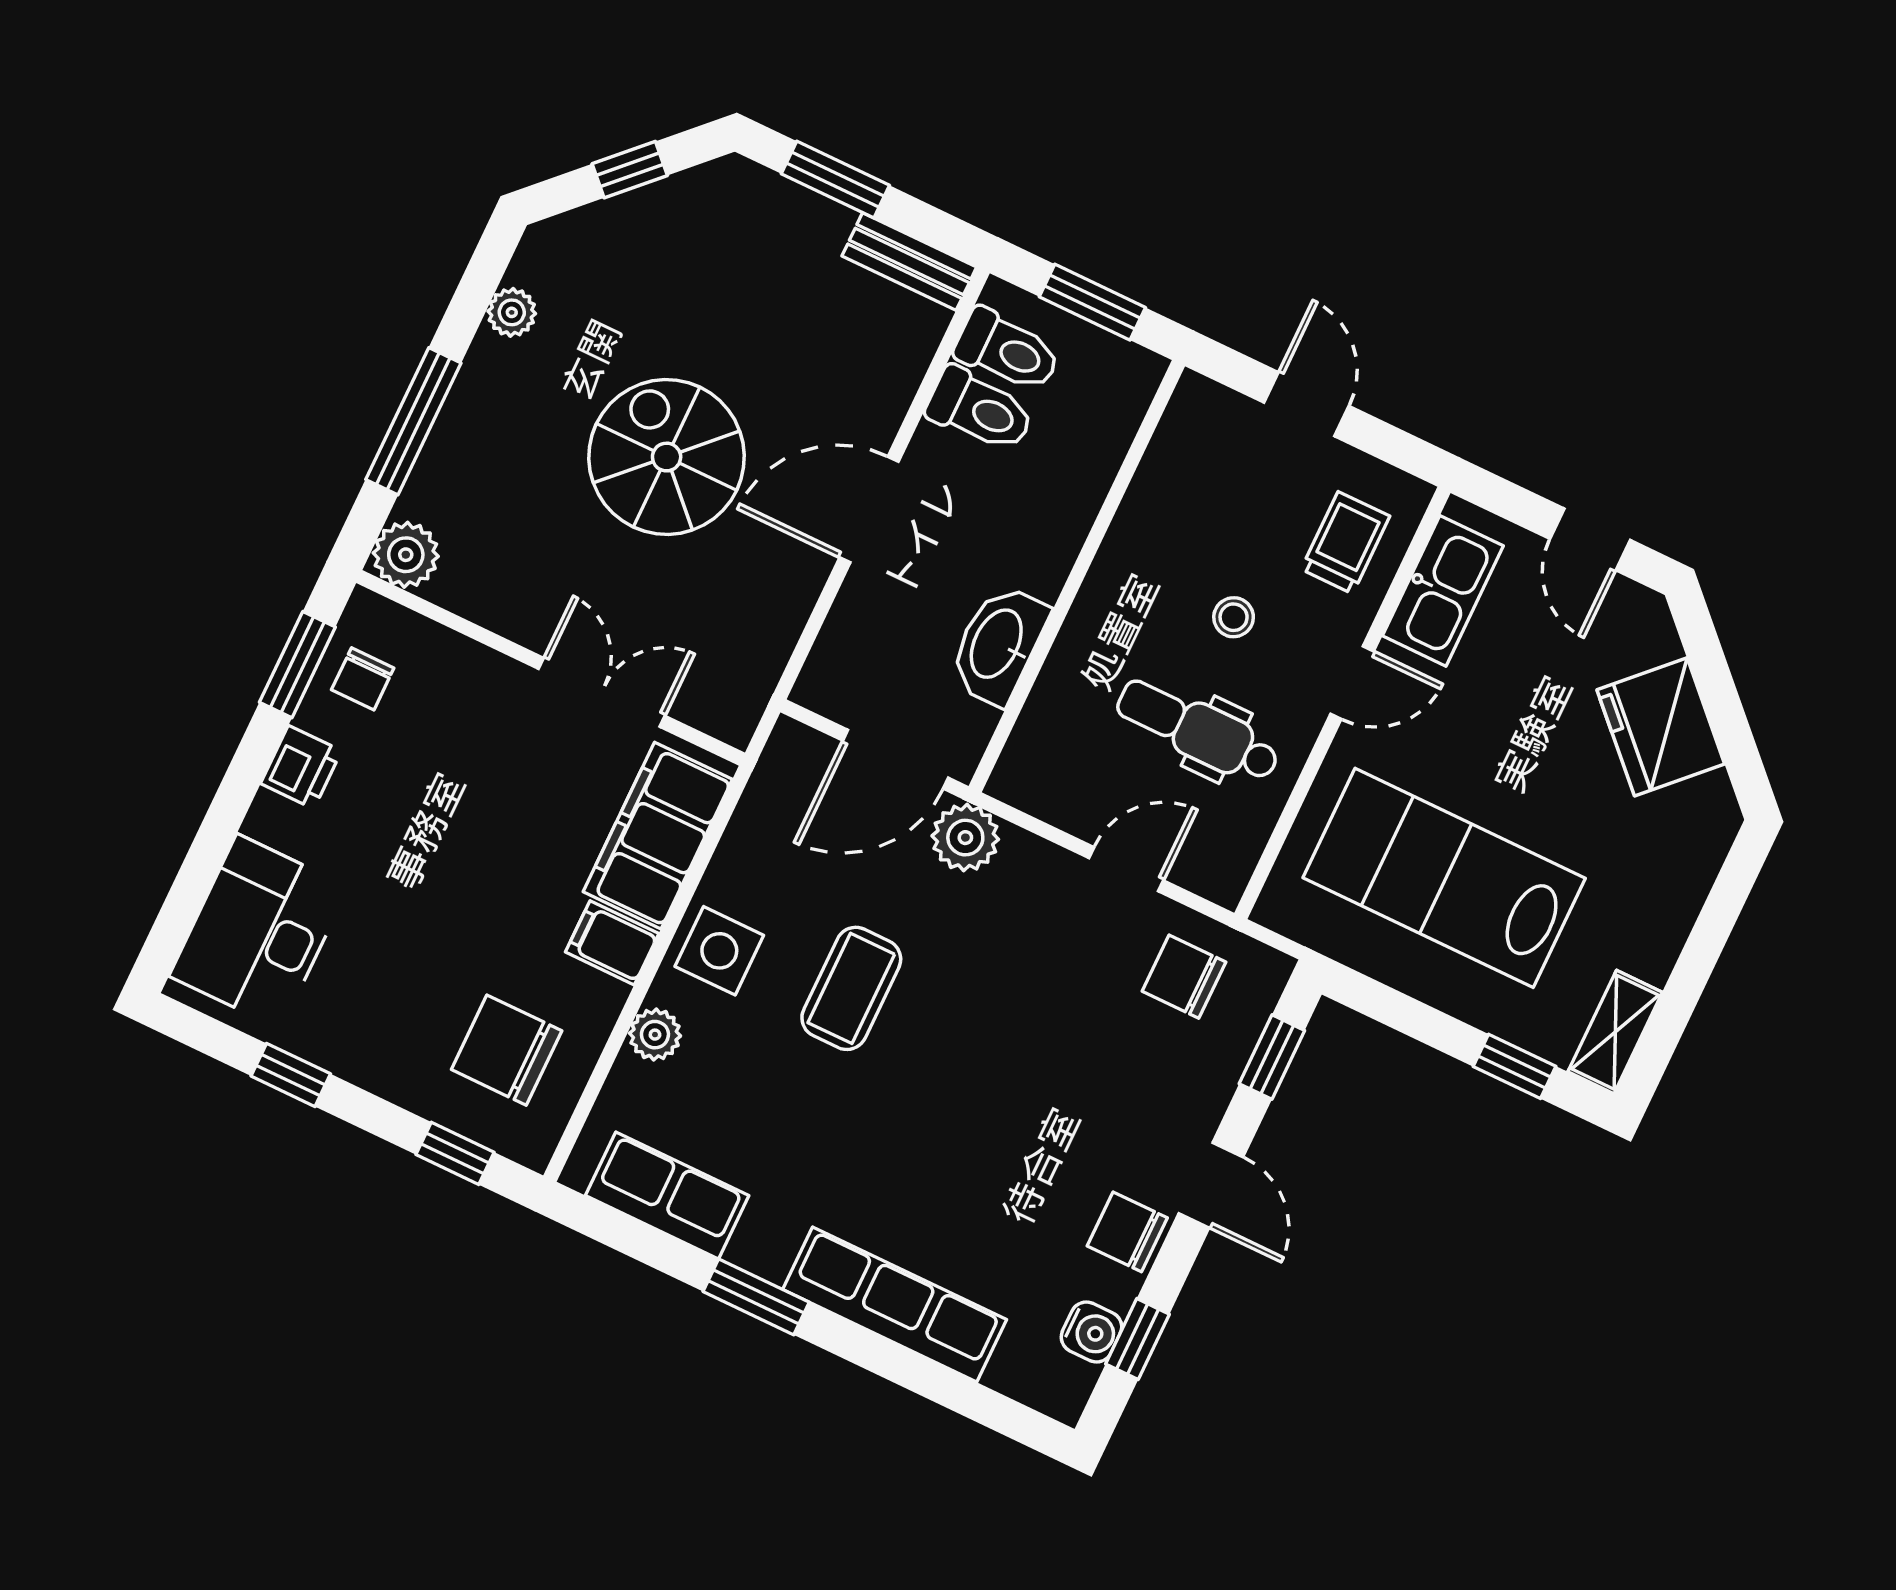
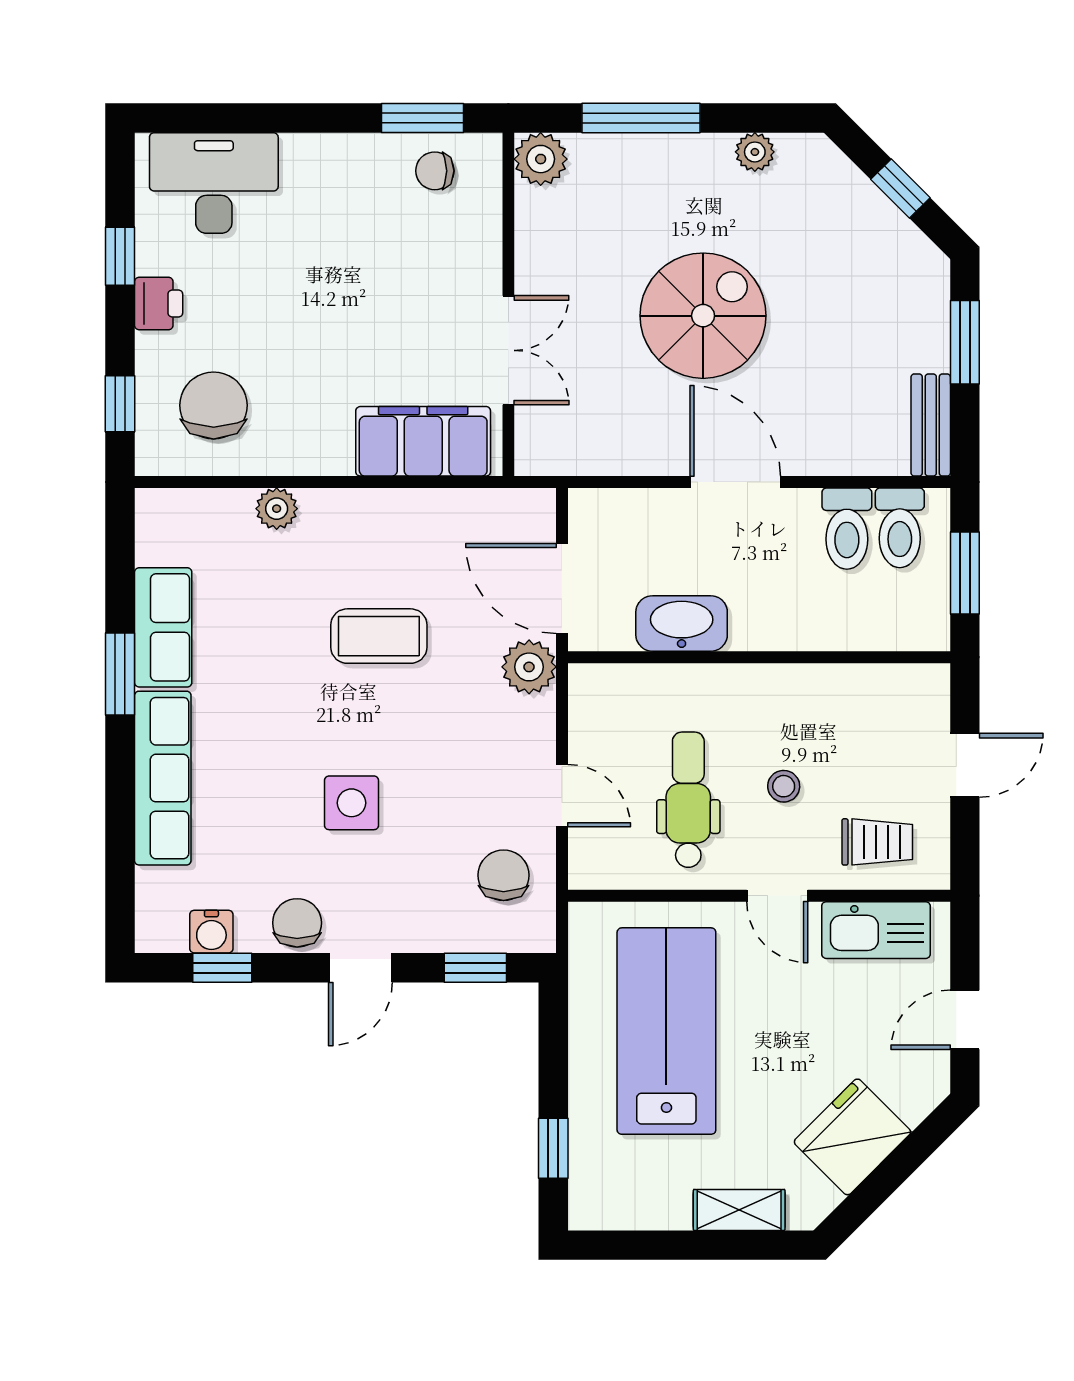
printer: (301, 767) -> (159, 303), moved, turned -90
filing cabinet: (612, 943) -> (329, 445), removed
side table: (719, 951) -> (352, 803), moved
shelving: (1615, 1032) -> (739, 1210), moved
row of seats: (667, 1195) -> (163, 627), moved

